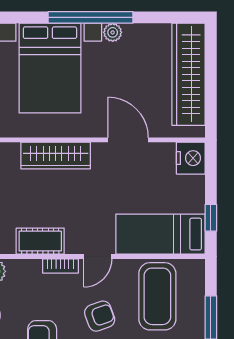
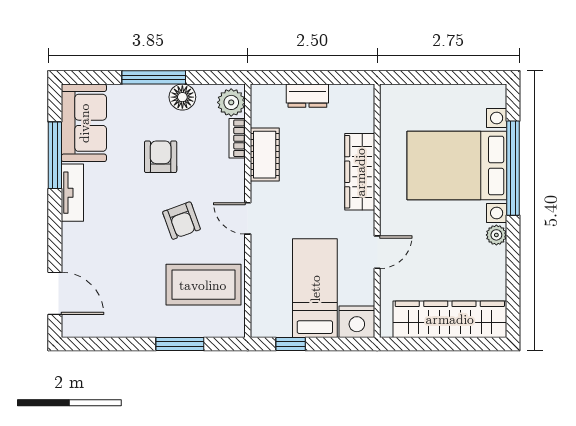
window: (91, 17) -> (513, 168), moved
door: (128, 140) -> (377, 252), width x0.73
bed: (160, 234) -> (315, 288), moved
bookcase: (60, 266) -> (237, 138), moved

